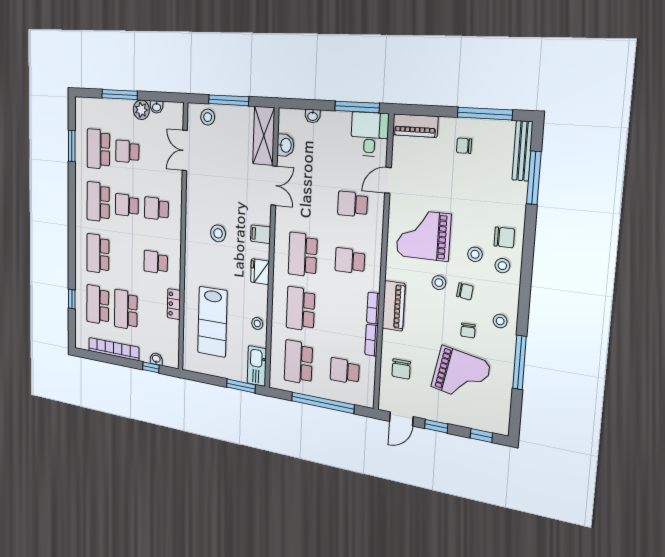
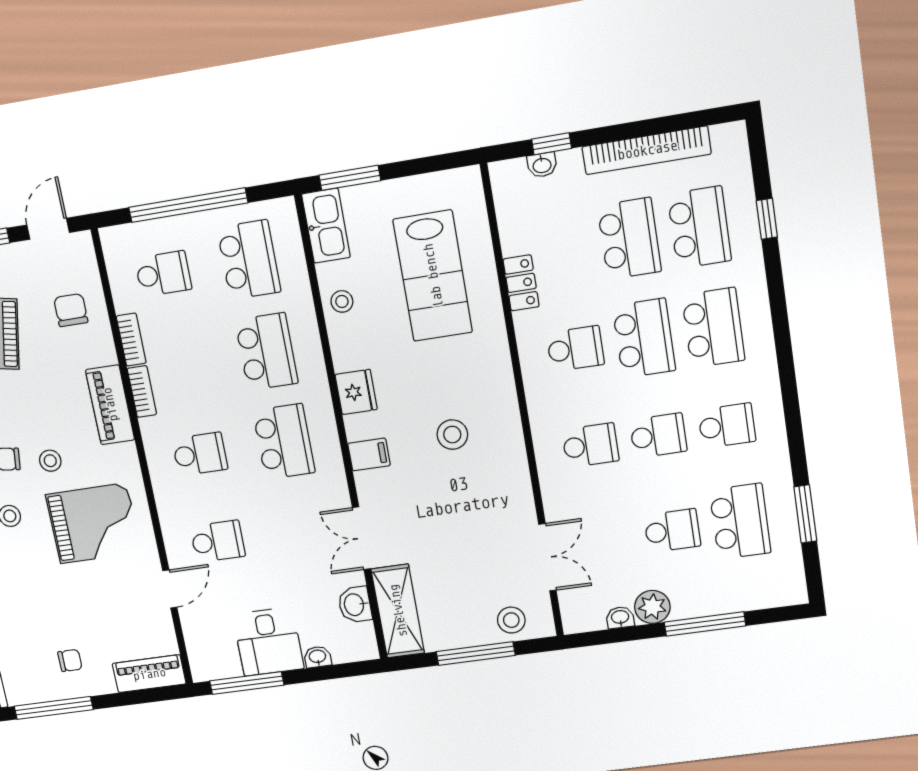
desk: (370, 134) -> (268, 642), moved
school desk: (98, 202) -> (727, 426), width x0.54
school desk: (126, 258) -> (644, 338), added
lab bench: (212, 322) -> (433, 276), turned 180

